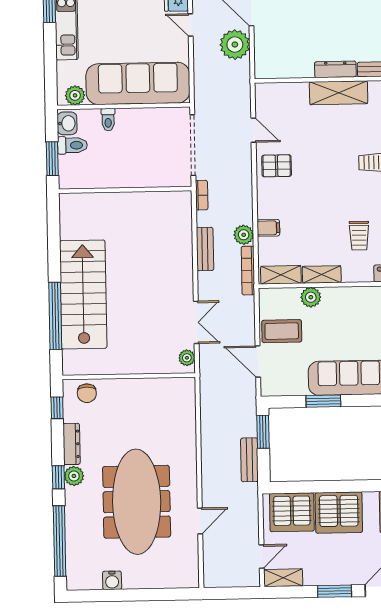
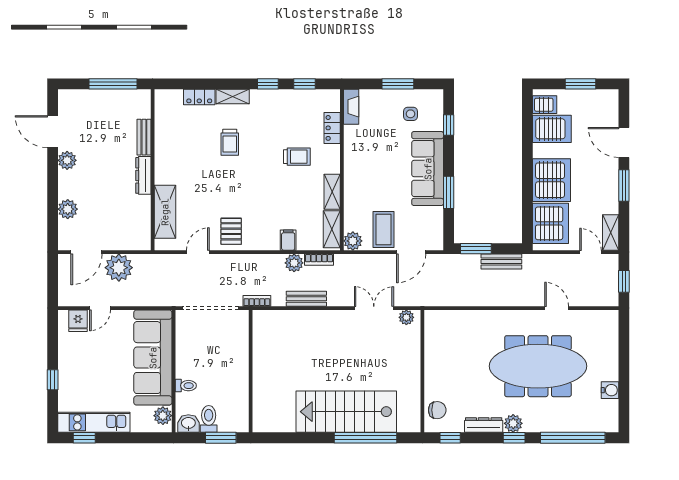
shelving: (339, 93) -> (165, 212), moved
bookcase: (248, 271) -> (319, 260), width x0.64
plant: (311, 297) -> (353, 241), moved
window: (230, 593) -> (624, 281), added

